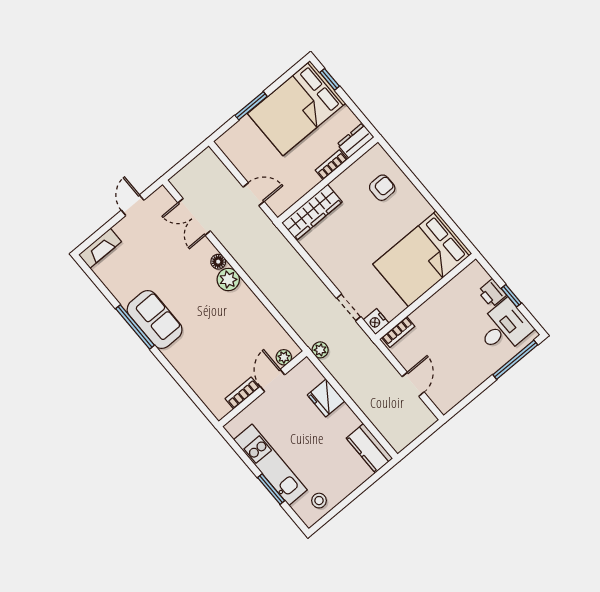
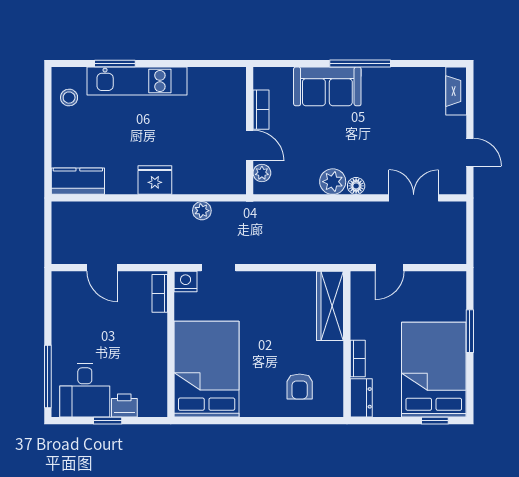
sofa: (155, 320) -> (327, 86), moved
plant: (284, 357) -> (262, 173), moved
door: (272, 381) -> (250, 146), moved
wall: (263, 389) -> (250, 131), moved
bookcase: (242, 393) -> (261, 110), moved

